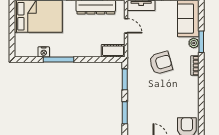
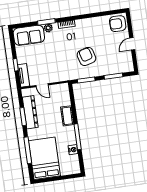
door: (126, 26) -> (42, 85), swing flipped
cot: (113, 51) -> (67, 116), moved
armchair: (161, 63) -> (86, 56), moved

